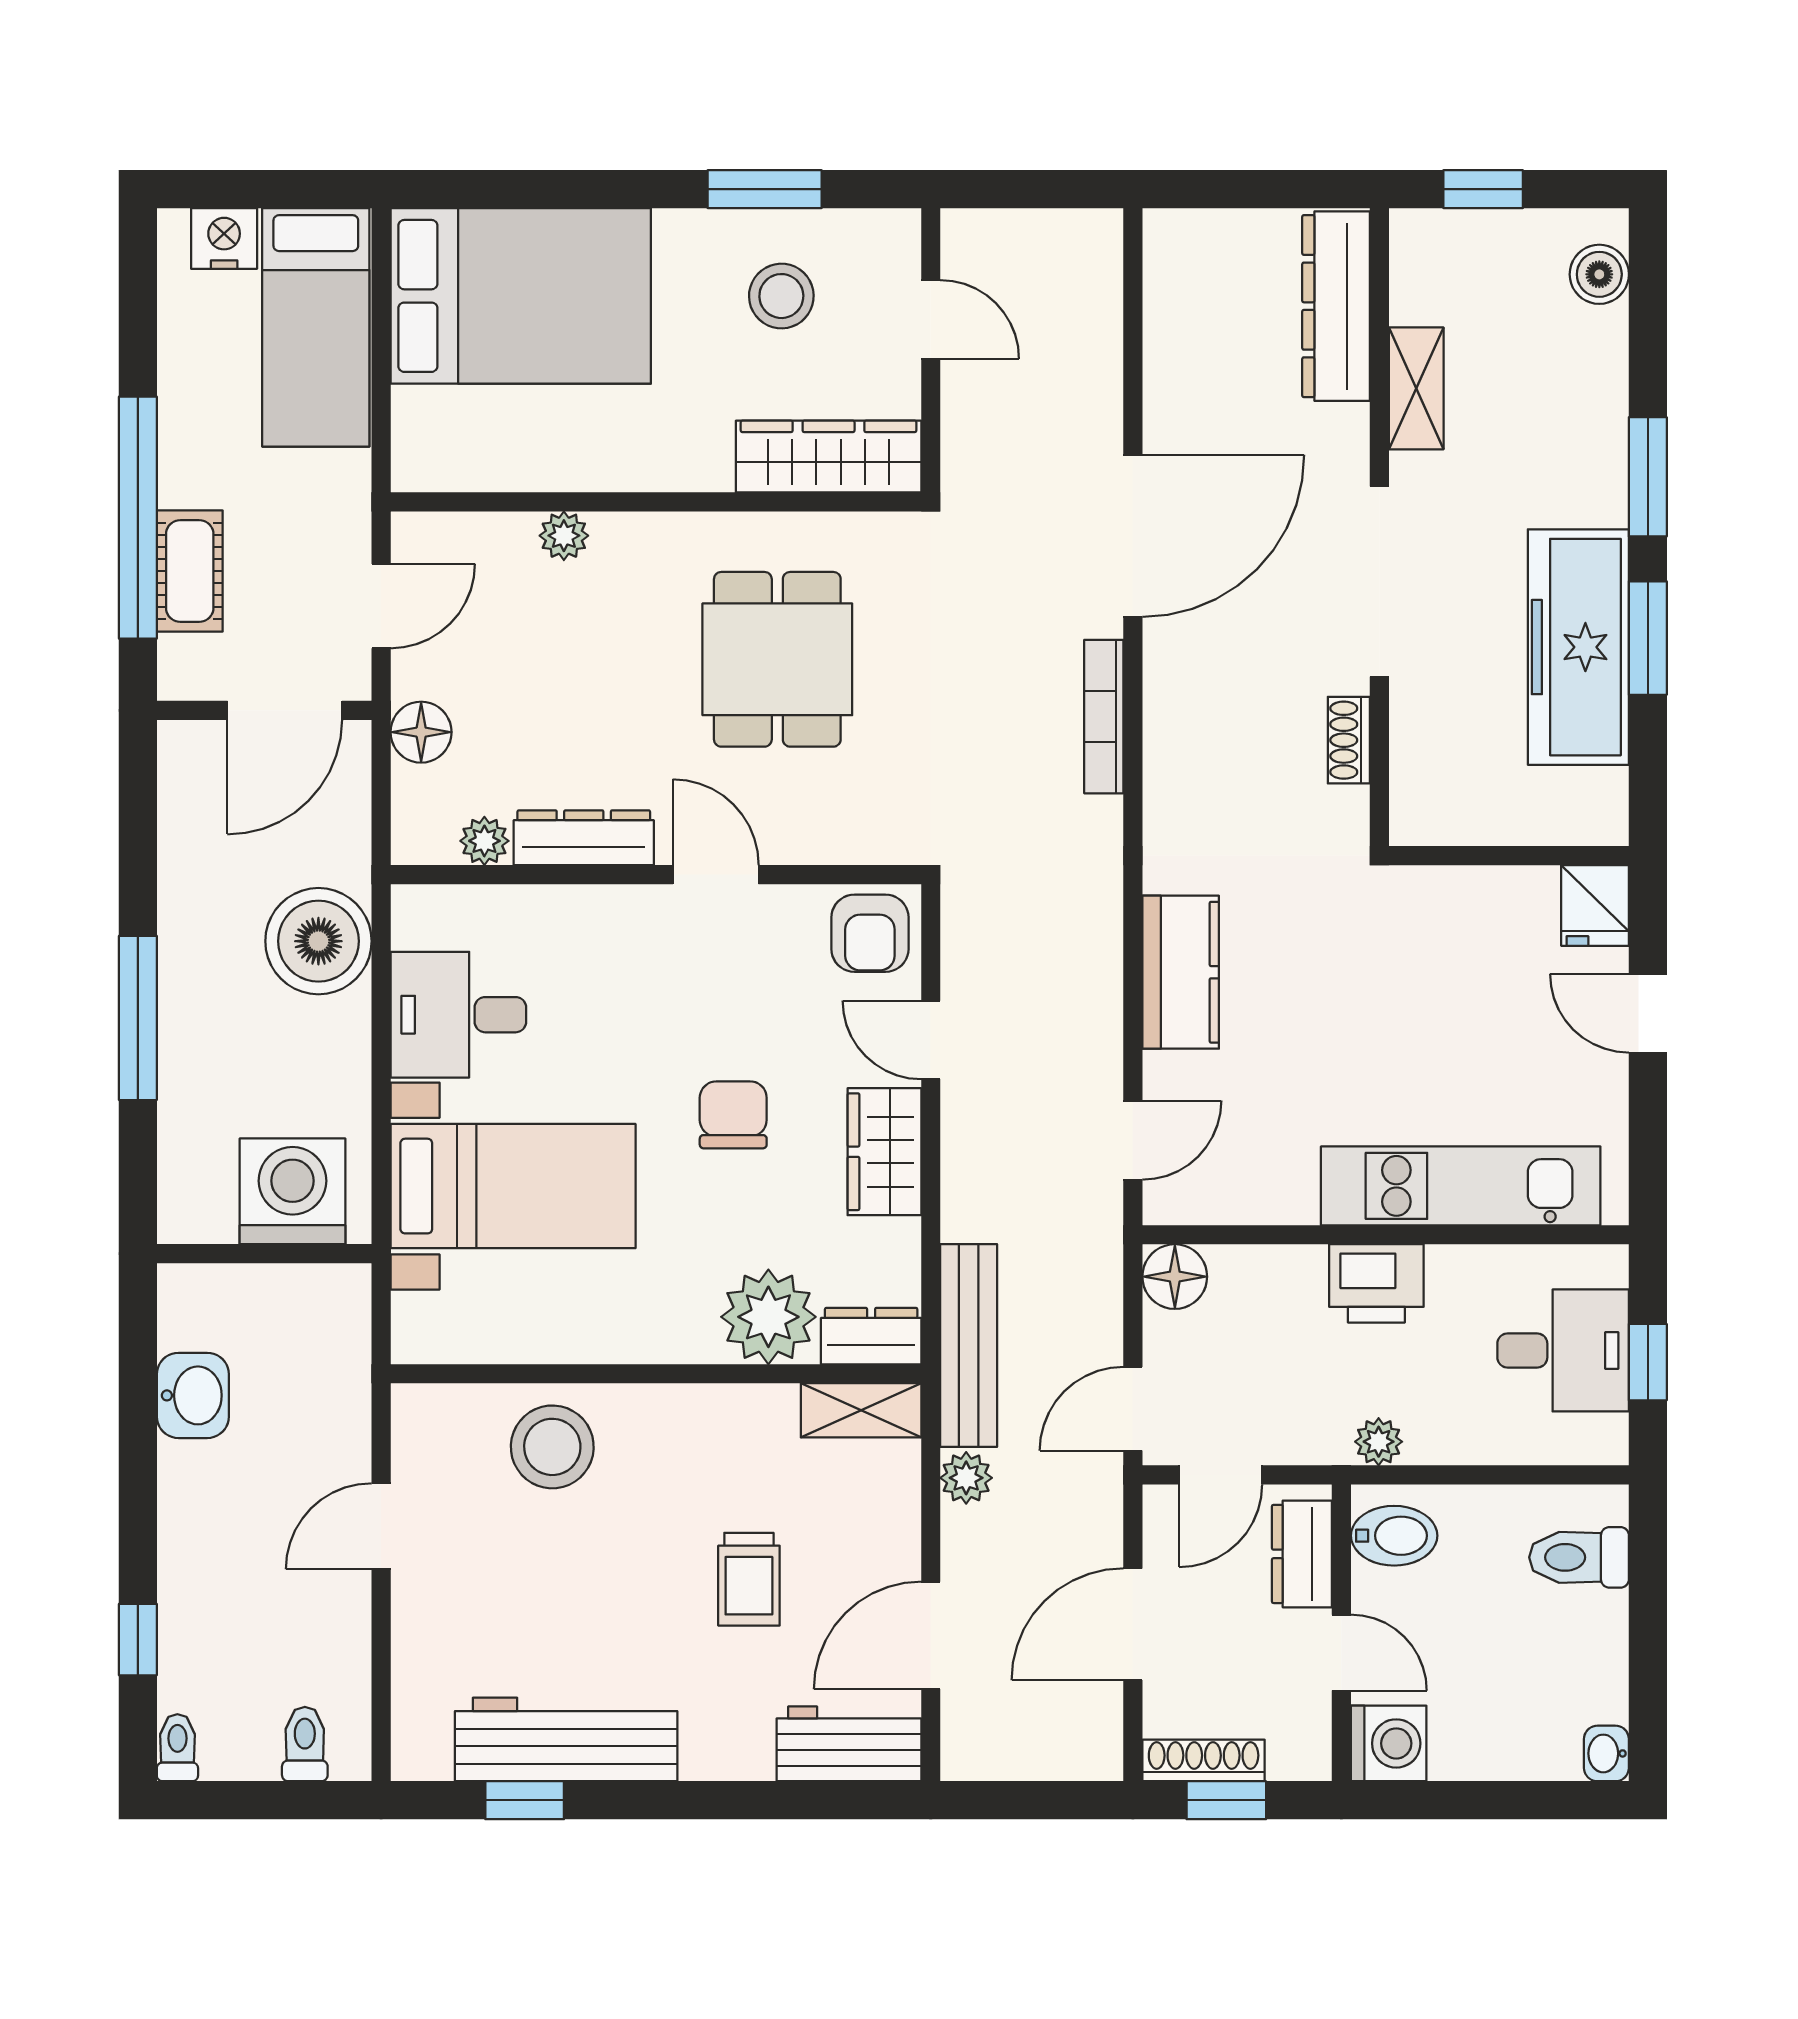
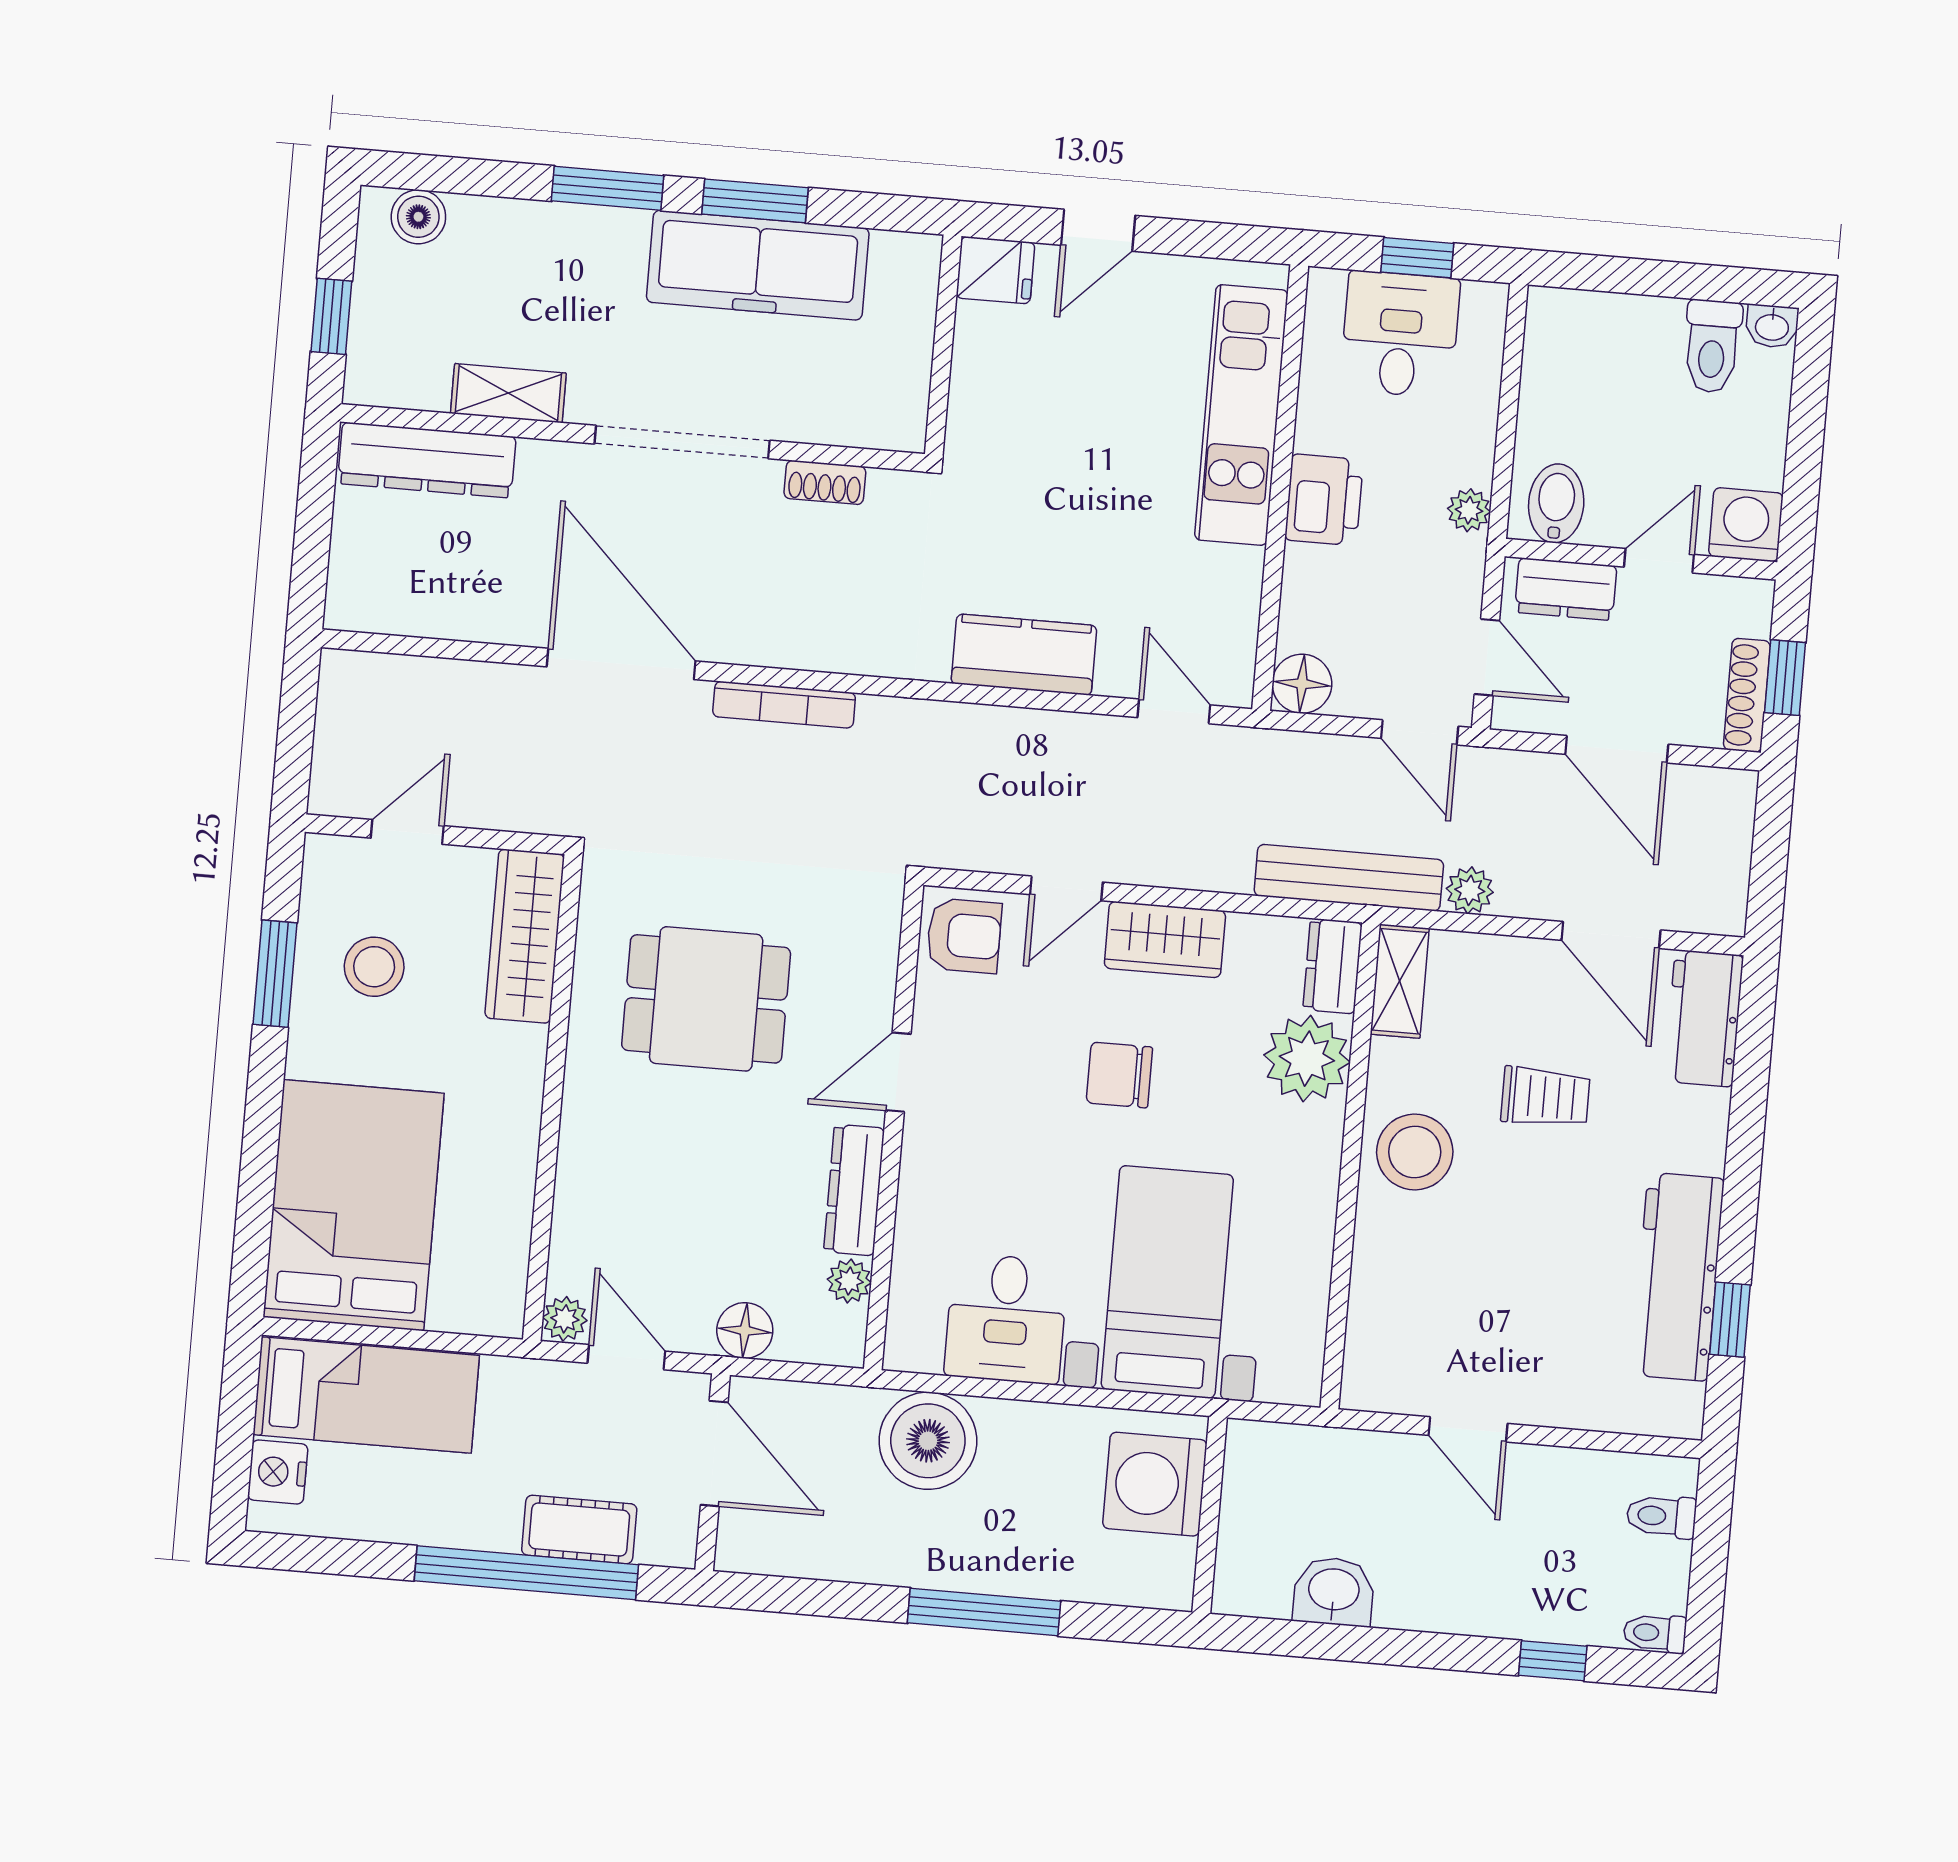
plant: (564, 536) -> (565, 1319), moved
stool: (552, 1447) -> (1415, 1152), moved
toilet: (1579, 1557) -> (1712, 346), moved

